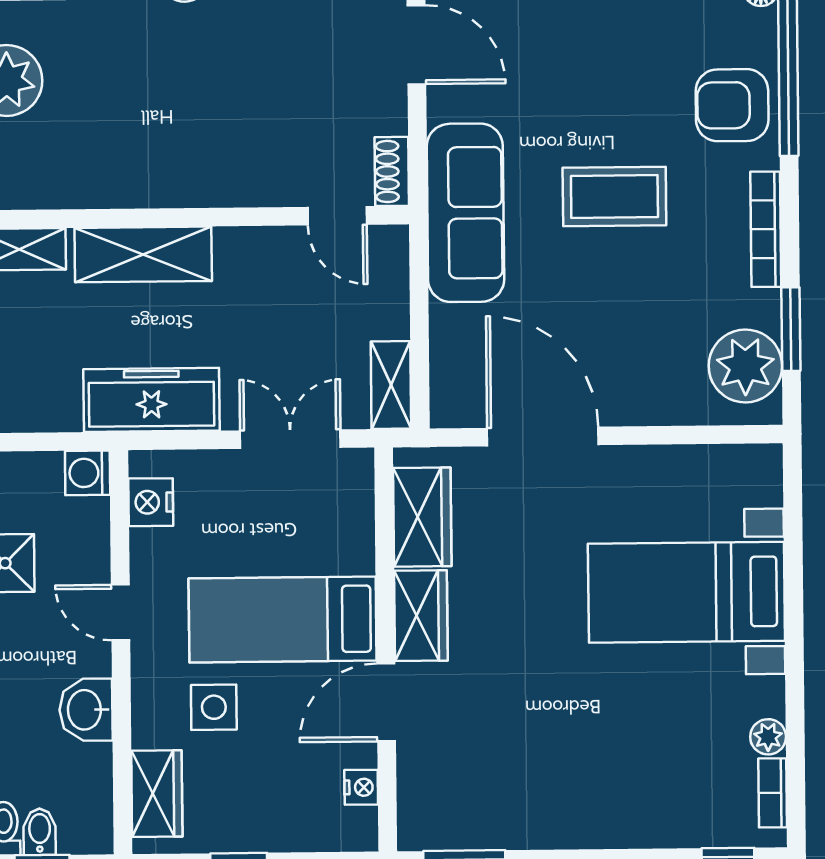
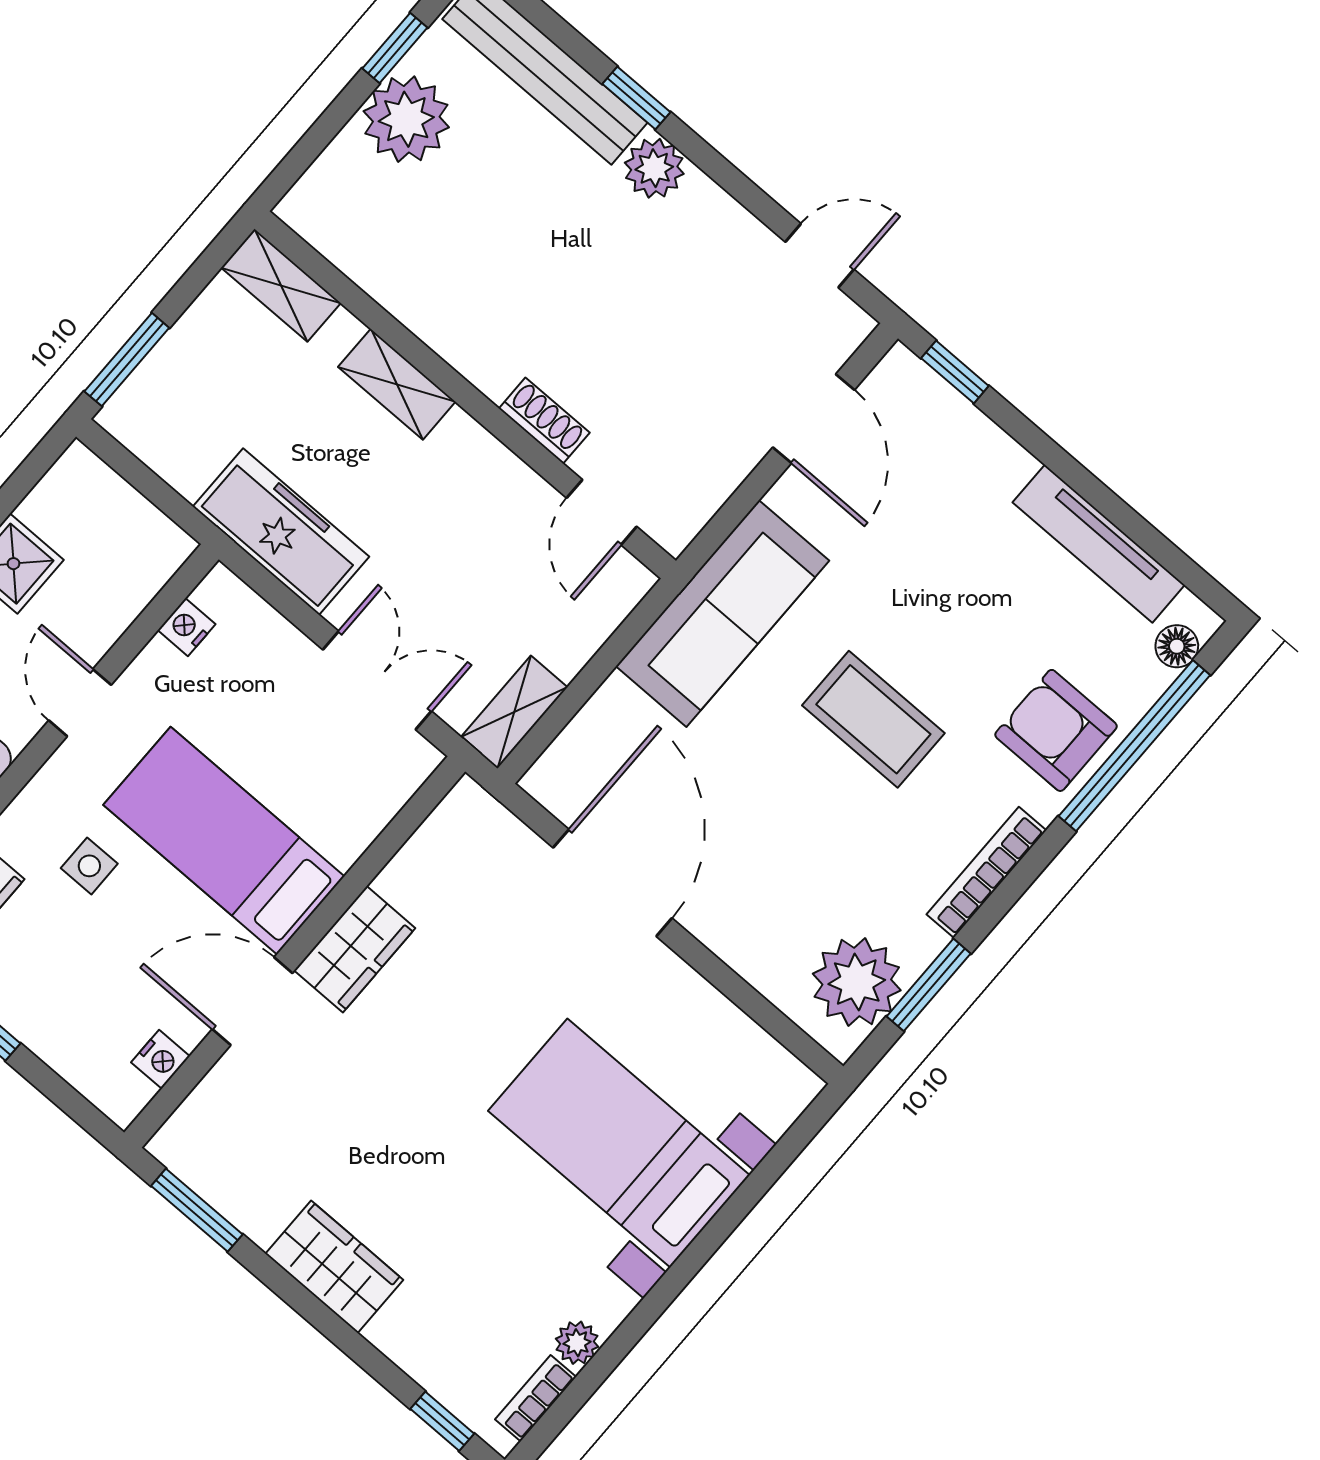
shoe rack: (392, 171) -> (544, 421), moved, turned 90
shelving: (143, 254) -> (397, 384), width x0.67, depth x0.75
washing machine: (88, 473) -> (163, 547), removed
nightstand: (151, 502) -> (187, 627), width x0.72, depth x0.74
wardrobe: (422, 517) -> (334, 1267), moved, turned -90
side table: (214, 707) -> (89, 866), width x0.73, depth x0.73

